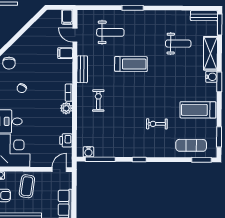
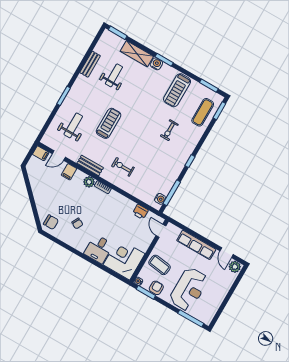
bench: (204, 16) -> (90, 64), moved
plant: (66, 108) -> (89, 182), moved

